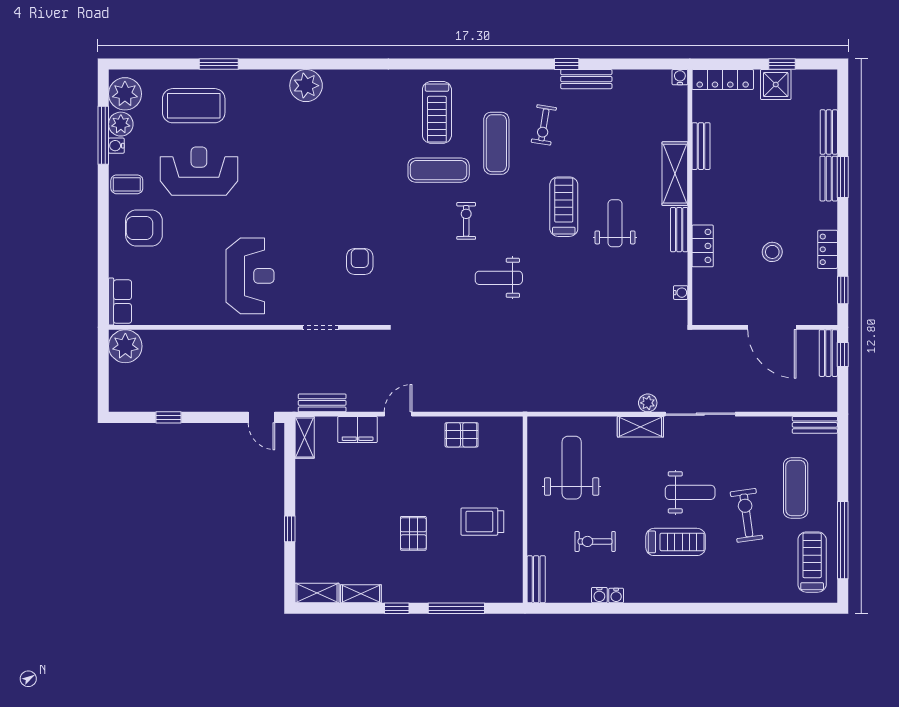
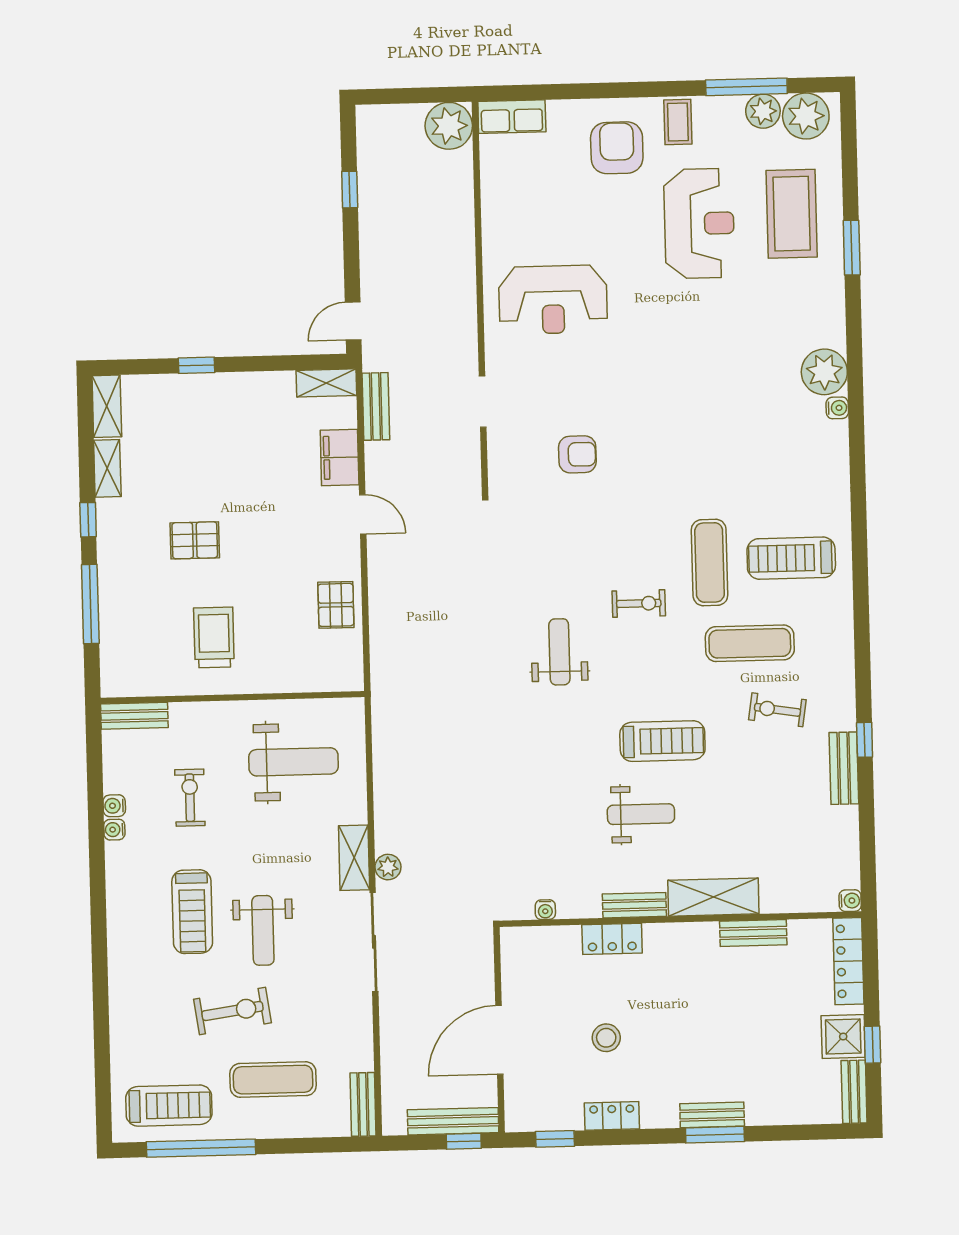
bench: (829, 132) -> (854, 1092), moved, turned 90
water cooler: (116, 146) -> (837, 408), moved, turned 90
bench: (828, 353) -> (453, 1121), width x1.36

